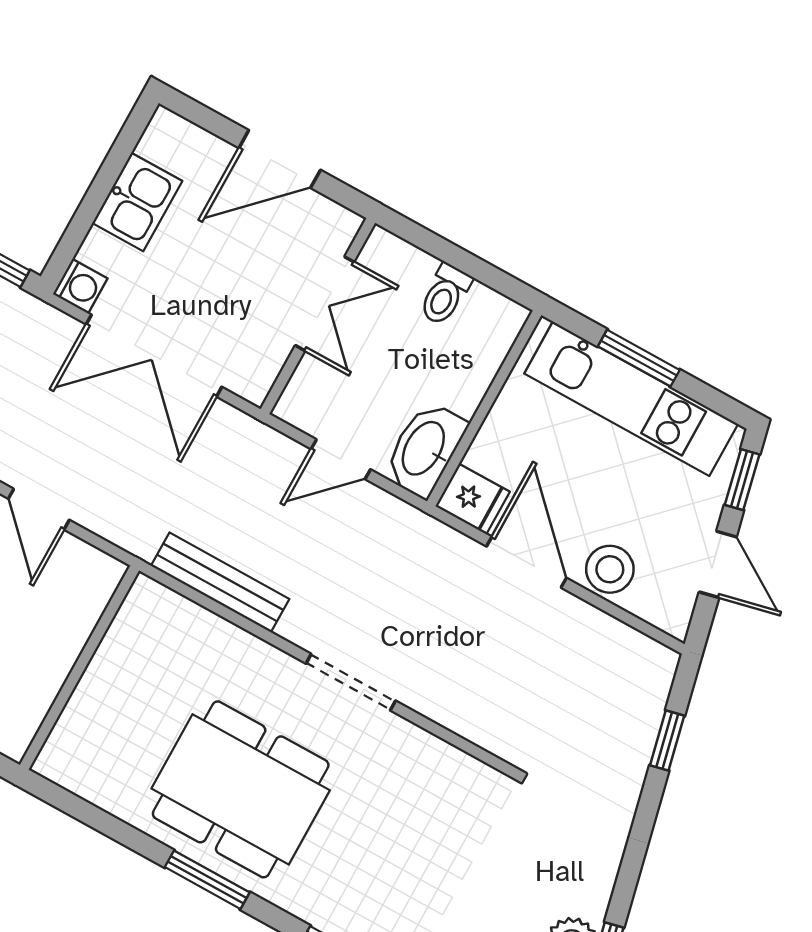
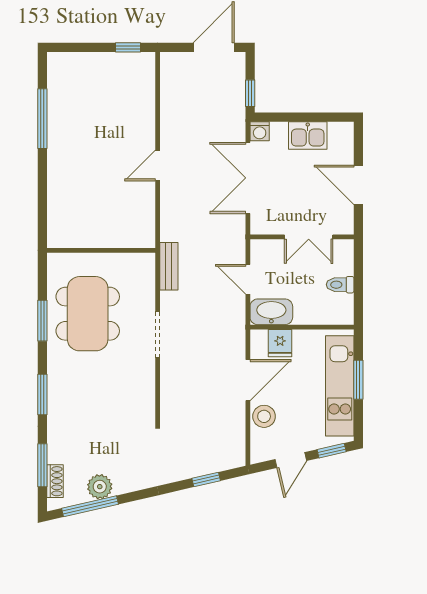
fridge: (473, 499) -> (280, 343), moved
bench: (220, 582) -> (169, 266), width x0.73
wall: (79, 668) -> (101, 250), moved

